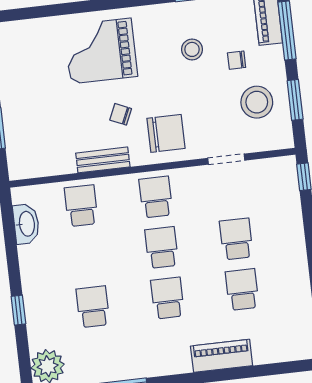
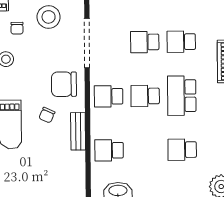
chair: (166, 133) -> (64, 84), turned -90
doorway: (226, 159) -> (87, 43), width x1.87
school desk: (167, 298) -> (182, 96), width x1.85

